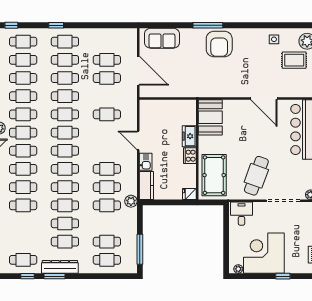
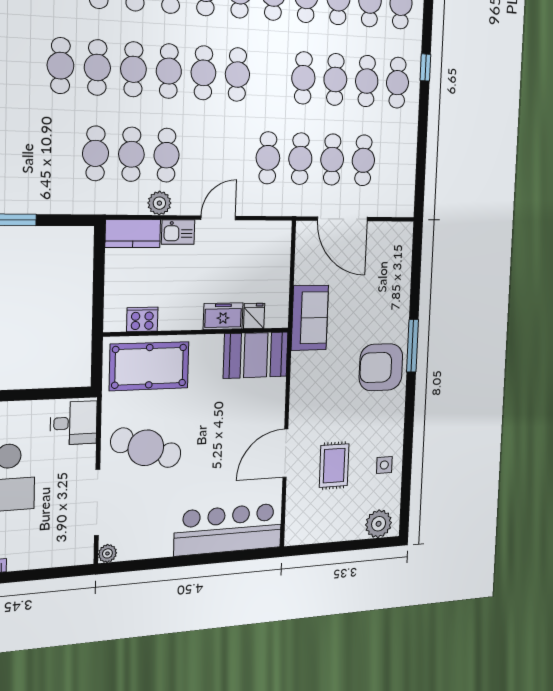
sofa: (162, 38) -> (310, 318), moved, turned 180
rug: (294, 60) -> (334, 466), moved
door: (138, 71) -> (342, 219), hinge flipped
cafe table: (65, 114) -> (300, 159), moved
cooker: (190, 156) -> (142, 319), moved
fridge: (189, 194) -> (254, 316), moved
plant: (131, 201) -> (159, 203), moved
cafe table: (65, 242) -> (23, 64), removed
cafe table: (107, 242) -> (21, 151), removed

